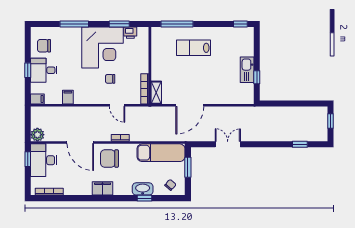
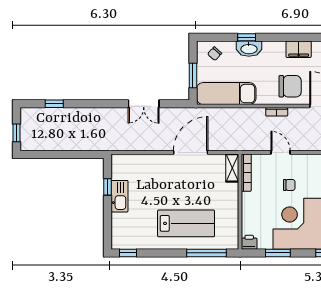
printer: (130, 33) -> (249, 242), moved
lab bench: (193, 48) -> (186, 223), width x1.36, depth x1.39

